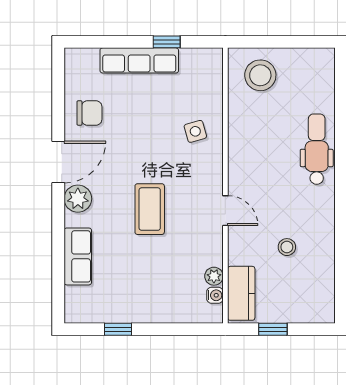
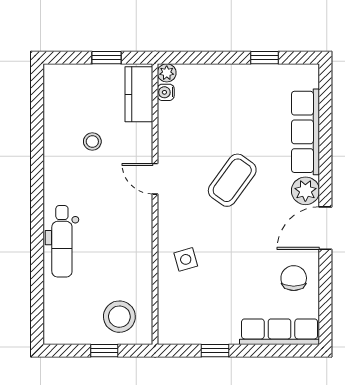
window: (275, 42) -> (104, 351), added
row of seats: (139, 60) -> (280, 332), moved
chair: (89, 113) -> (294, 278), turned 90
coffee table: (150, 209) -> (232, 180), turned 36
row of seats: (78, 256) -> (306, 132), width x1.48
plant: (214, 276) -> (167, 73), moved

